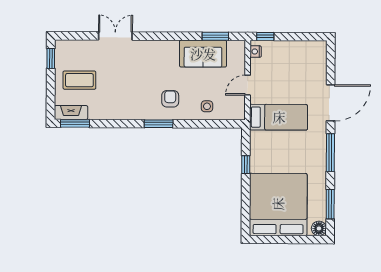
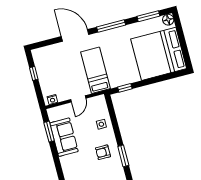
window: (265, 36) -> (34, 73), moved
door: (248, 85) -> (78, 99), hinge flipped
window: (246, 165) -> (125, 88), moved

